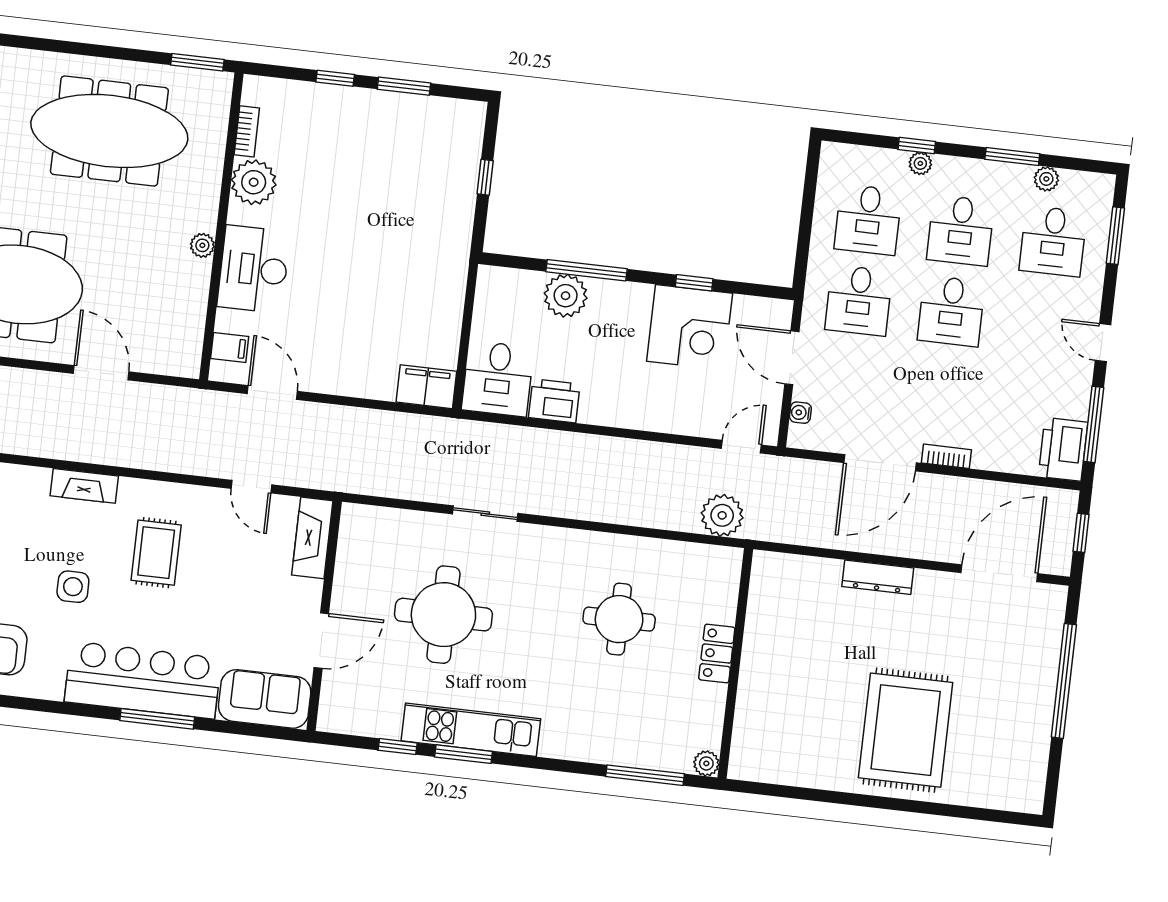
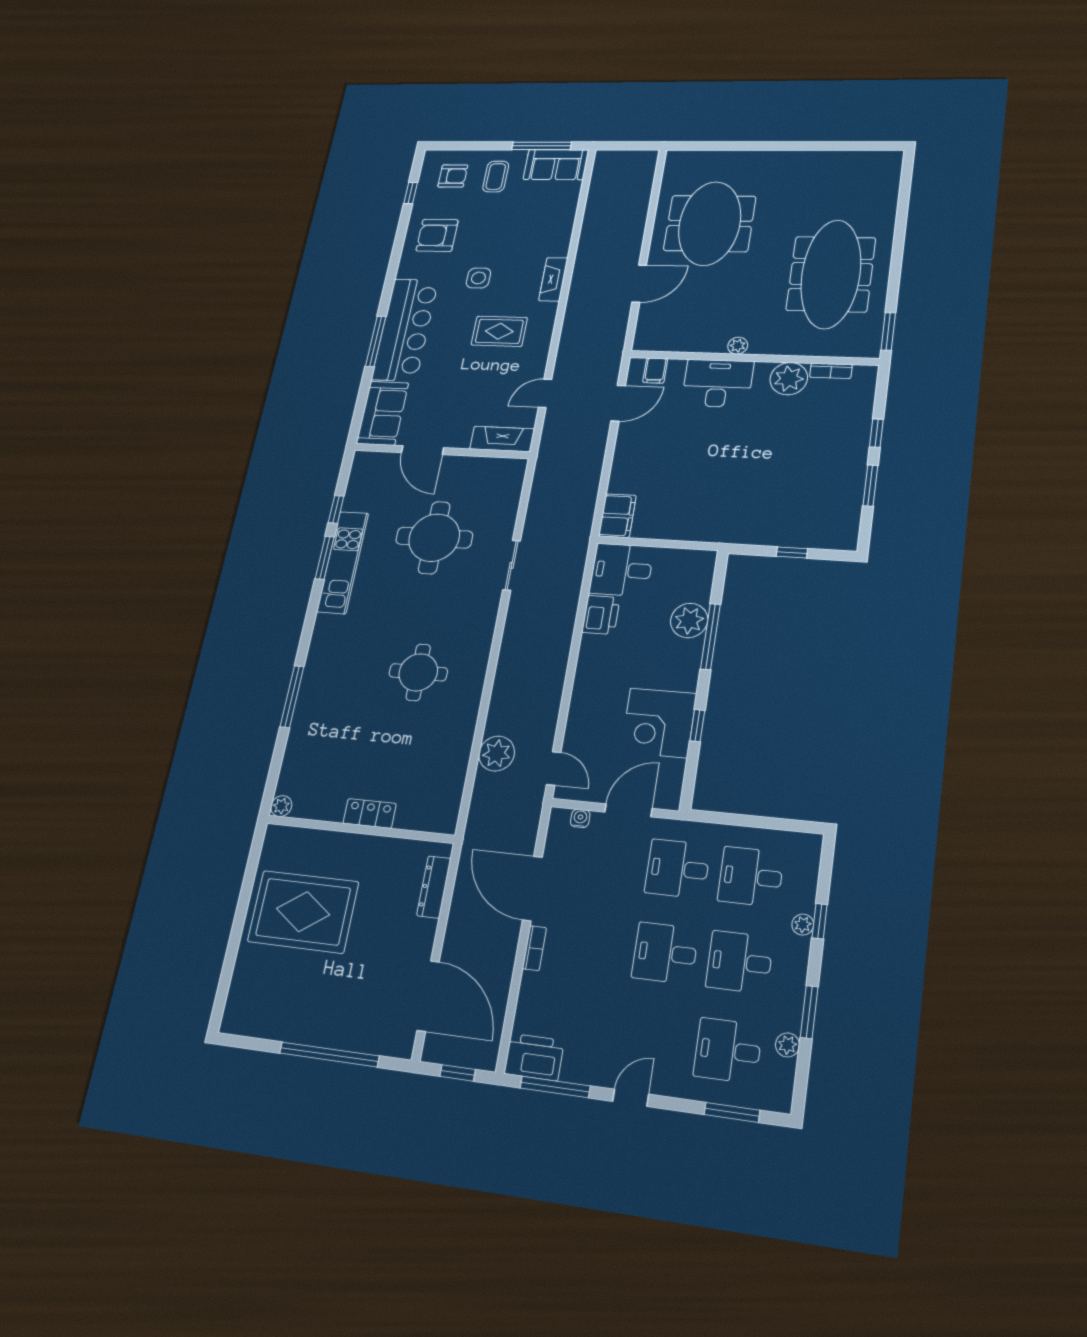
locker: (717, 654) -> (370, 813), moved
wall: (735, 663) -> (360, 829), moved
plant: (706, 763) -> (281, 806), moved

